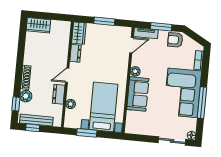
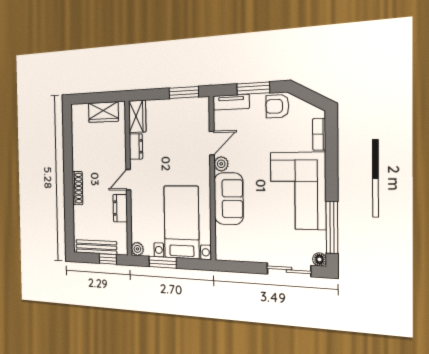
window: (104, 21) -> (184, 92), moved
wardrobe: (38, 25) -> (103, 112), moved
door: (131, 45) -> (212, 143), moved
plant: (26, 96) -> (80, 214), removed
window: (202, 103) -> (332, 227), moved
window: (16, 104) -> (69, 226), removed
plant: (71, 104) -> (137, 249), moved
window: (33, 128) -> (108, 259), moved

